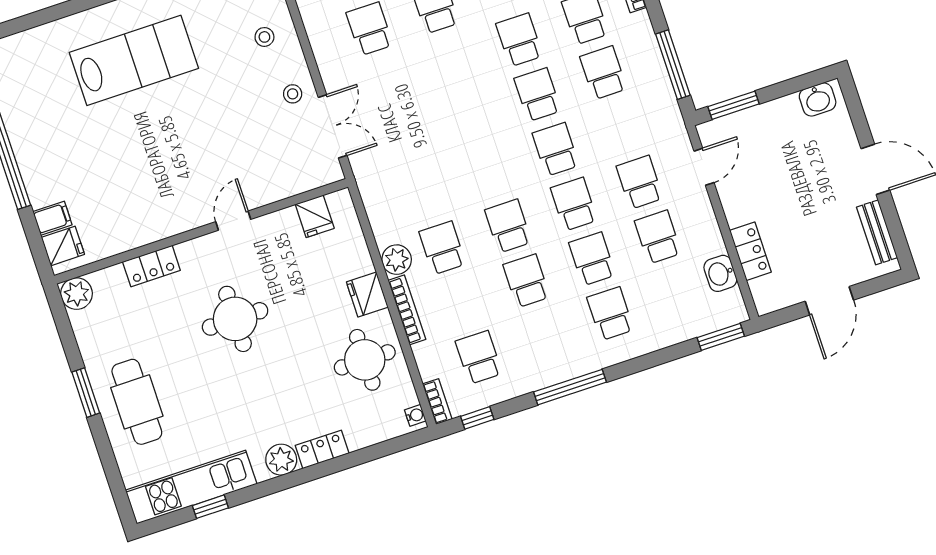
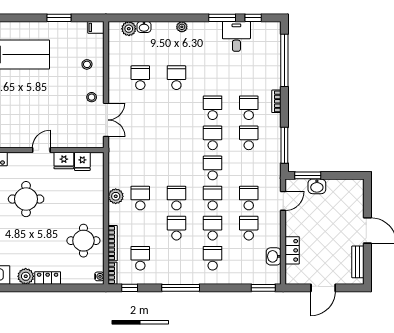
washbasin: (818, 99) -> (317, 186), moved
fridge: (367, 294) -> (64, 161), moved, turned -90
bookcase: (407, 310) -> (113, 243), moved

